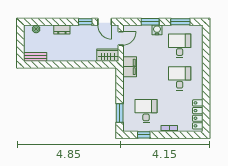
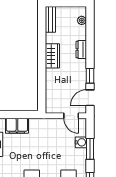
water cooler: (157, 30) -> (81, 142), moved
wardrobe: (108, 55) -> (52, 56), moved
filing cabinet: (130, 67) -> (17, 126), moved

